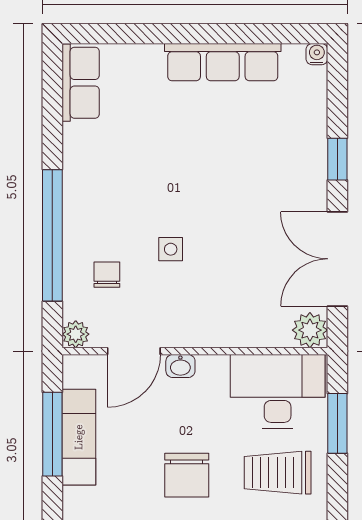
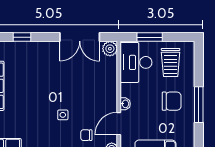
window: (337, 159) -> (22, 37), moved
side table: (171, 249) -> (63, 115), moved
door: (134, 351) -> (119, 124), swing flipped

